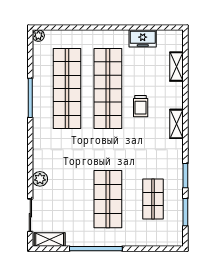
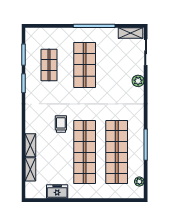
plant: (38, 36) -> (139, 182), moved
trolley: (141, 106) -> (61, 124), moved
shelving: (177, 124) -> (30, 145), moved

